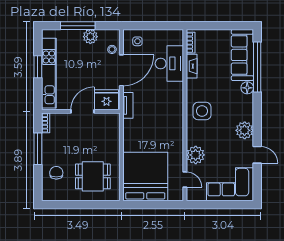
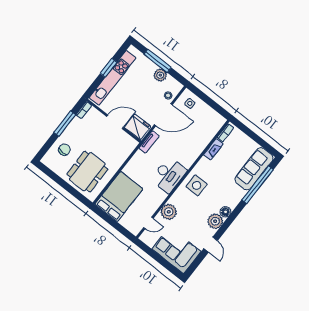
desk: (169, 63) -> (169, 175), moved
floor lamp: (247, 88) -> (226, 212), moved
dining table: (93, 176) -> (87, 172), width x1.37
bed: (145, 177) -> (119, 197), width x0.73
door: (185, 180) -> (148, 223), hinge flipped

